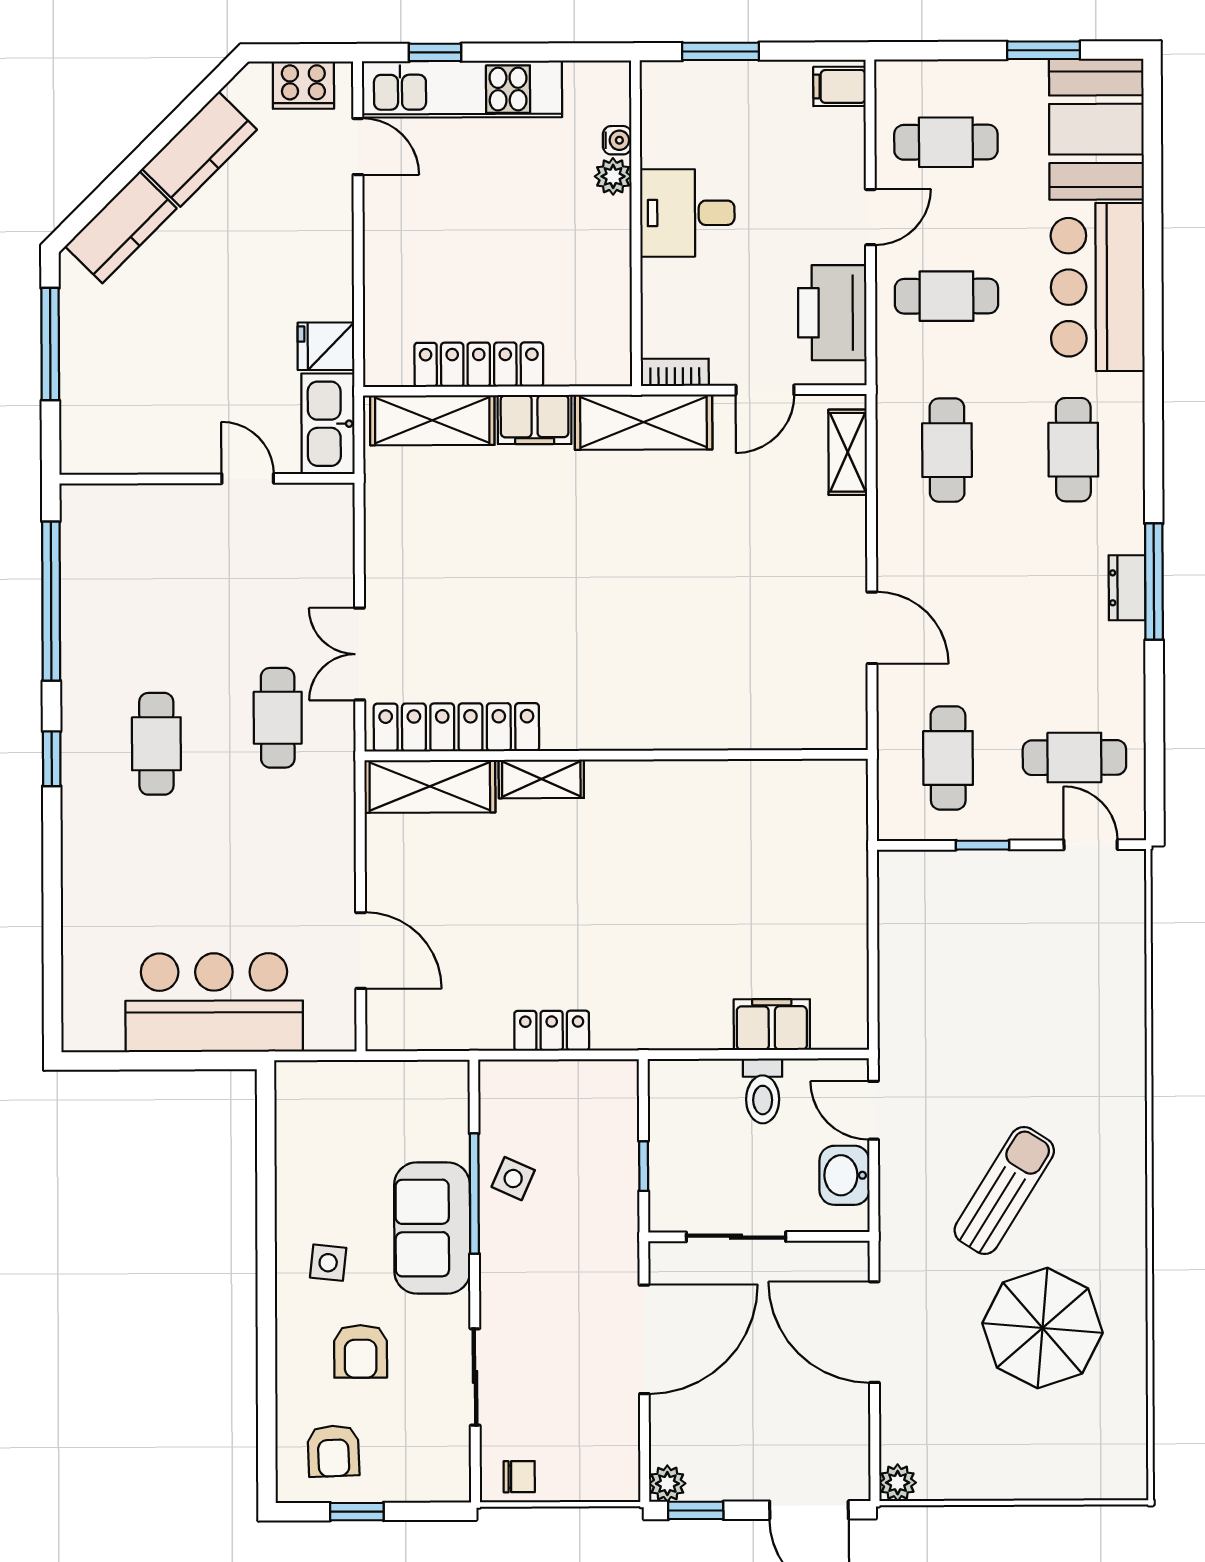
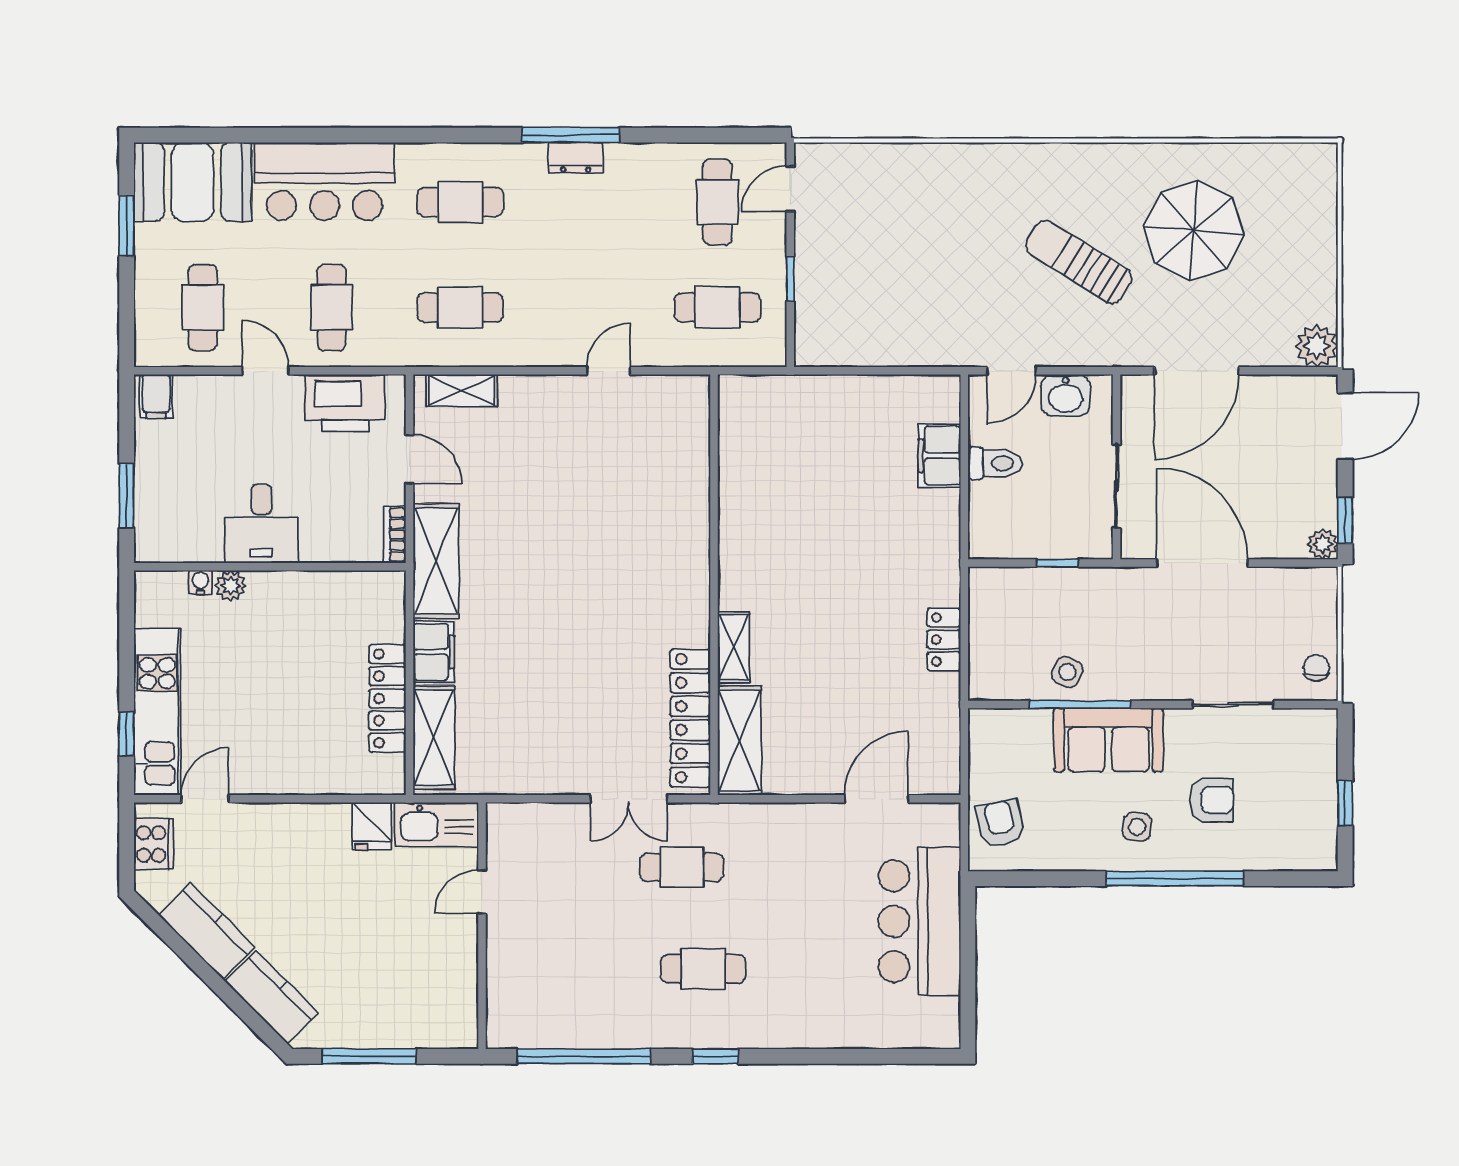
door: (872, 628) -> (608, 371), width x0.73
window: (266, 1308) -> (1175, 879), added
armchair: (333, 1451) -> (1000, 823), moved, turned -100
plant: (898, 1483) -> (1317, 346), width x1.38, depth x1.38

